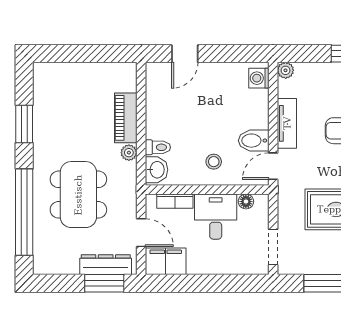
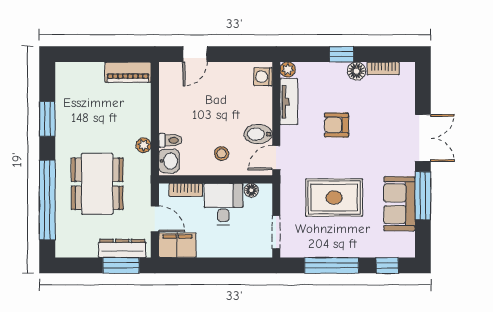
piano: (126, 118) -> (128, 72), moved, turned -90
tv unit: (287, 123) -> (289, 102), moved

